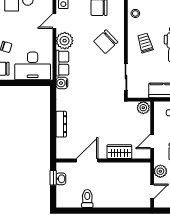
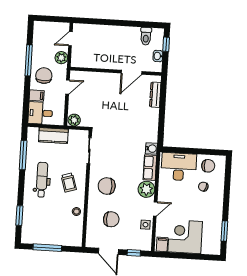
chair: (106, 42) -> (107, 186), turned -137
dresser: (61, 124) -> (155, 95), moved
wardrobe: (119, 152) -> (100, 79), removed
window: (53, 178) -> (166, 44), moved
toilet: (87, 199) -> (146, 36), moved

